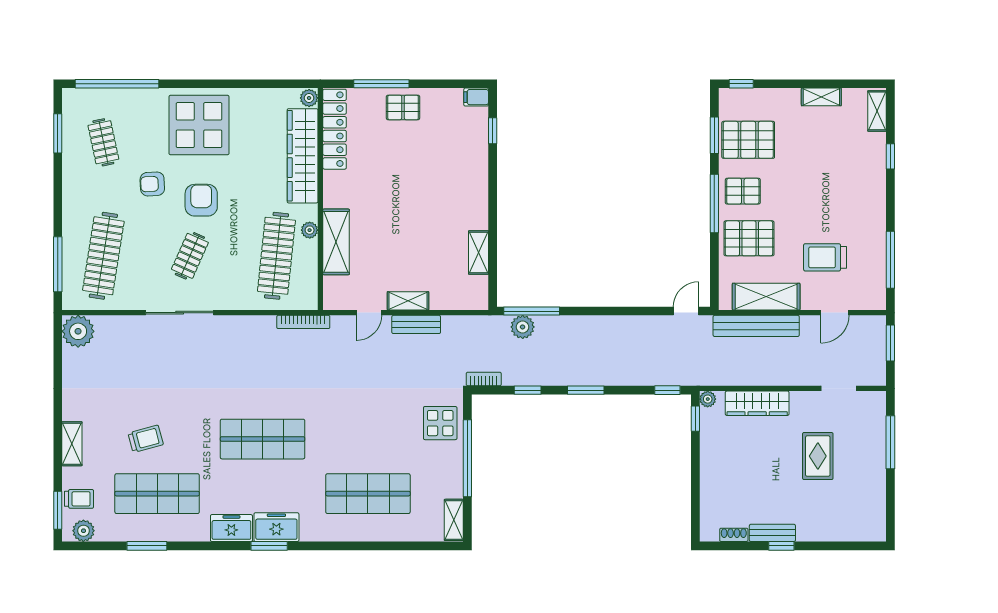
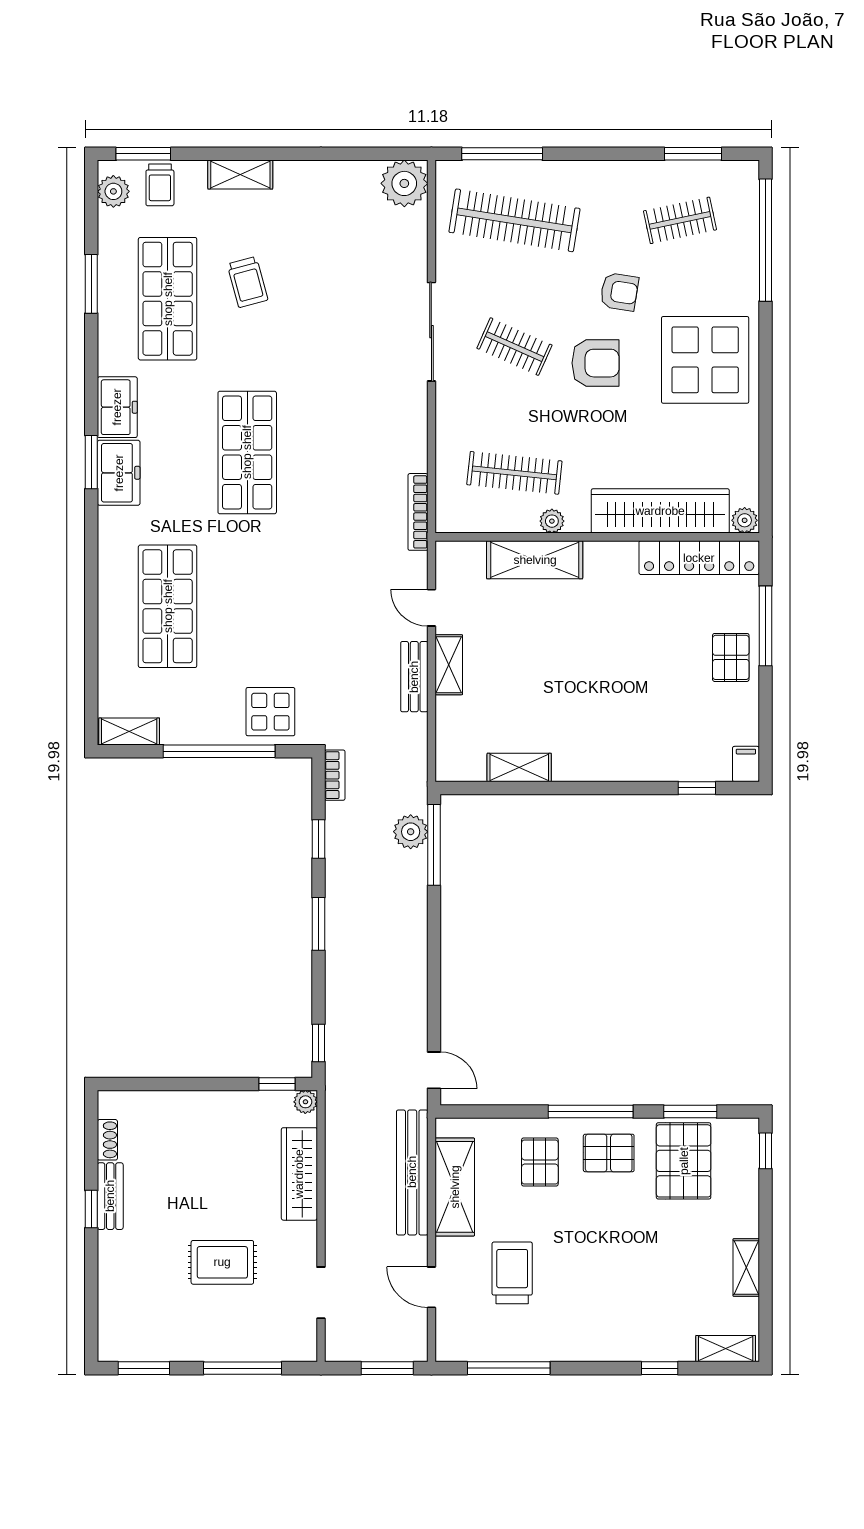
armchair: (152, 184) -> (619, 292), turned 102
pallet: (743, 191) -> (609, 1153), turned 90
pallet: (749, 238) -> (540, 1162), width x0.67, depth x0.71
clothes rail: (276, 256) -> (514, 473), width x0.73, depth x0.76
window: (890, 510) -> (144, 1368), added

